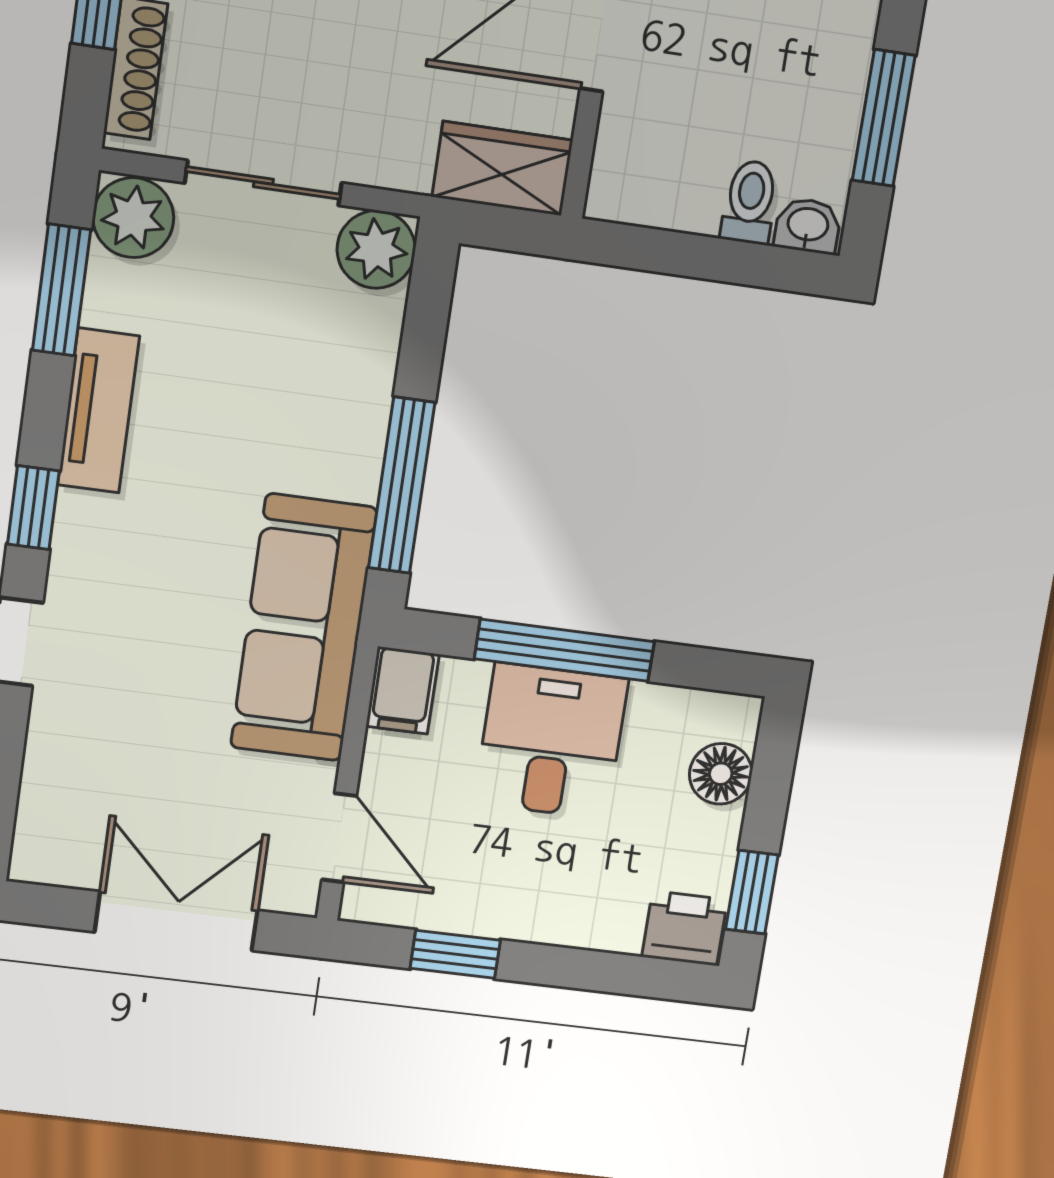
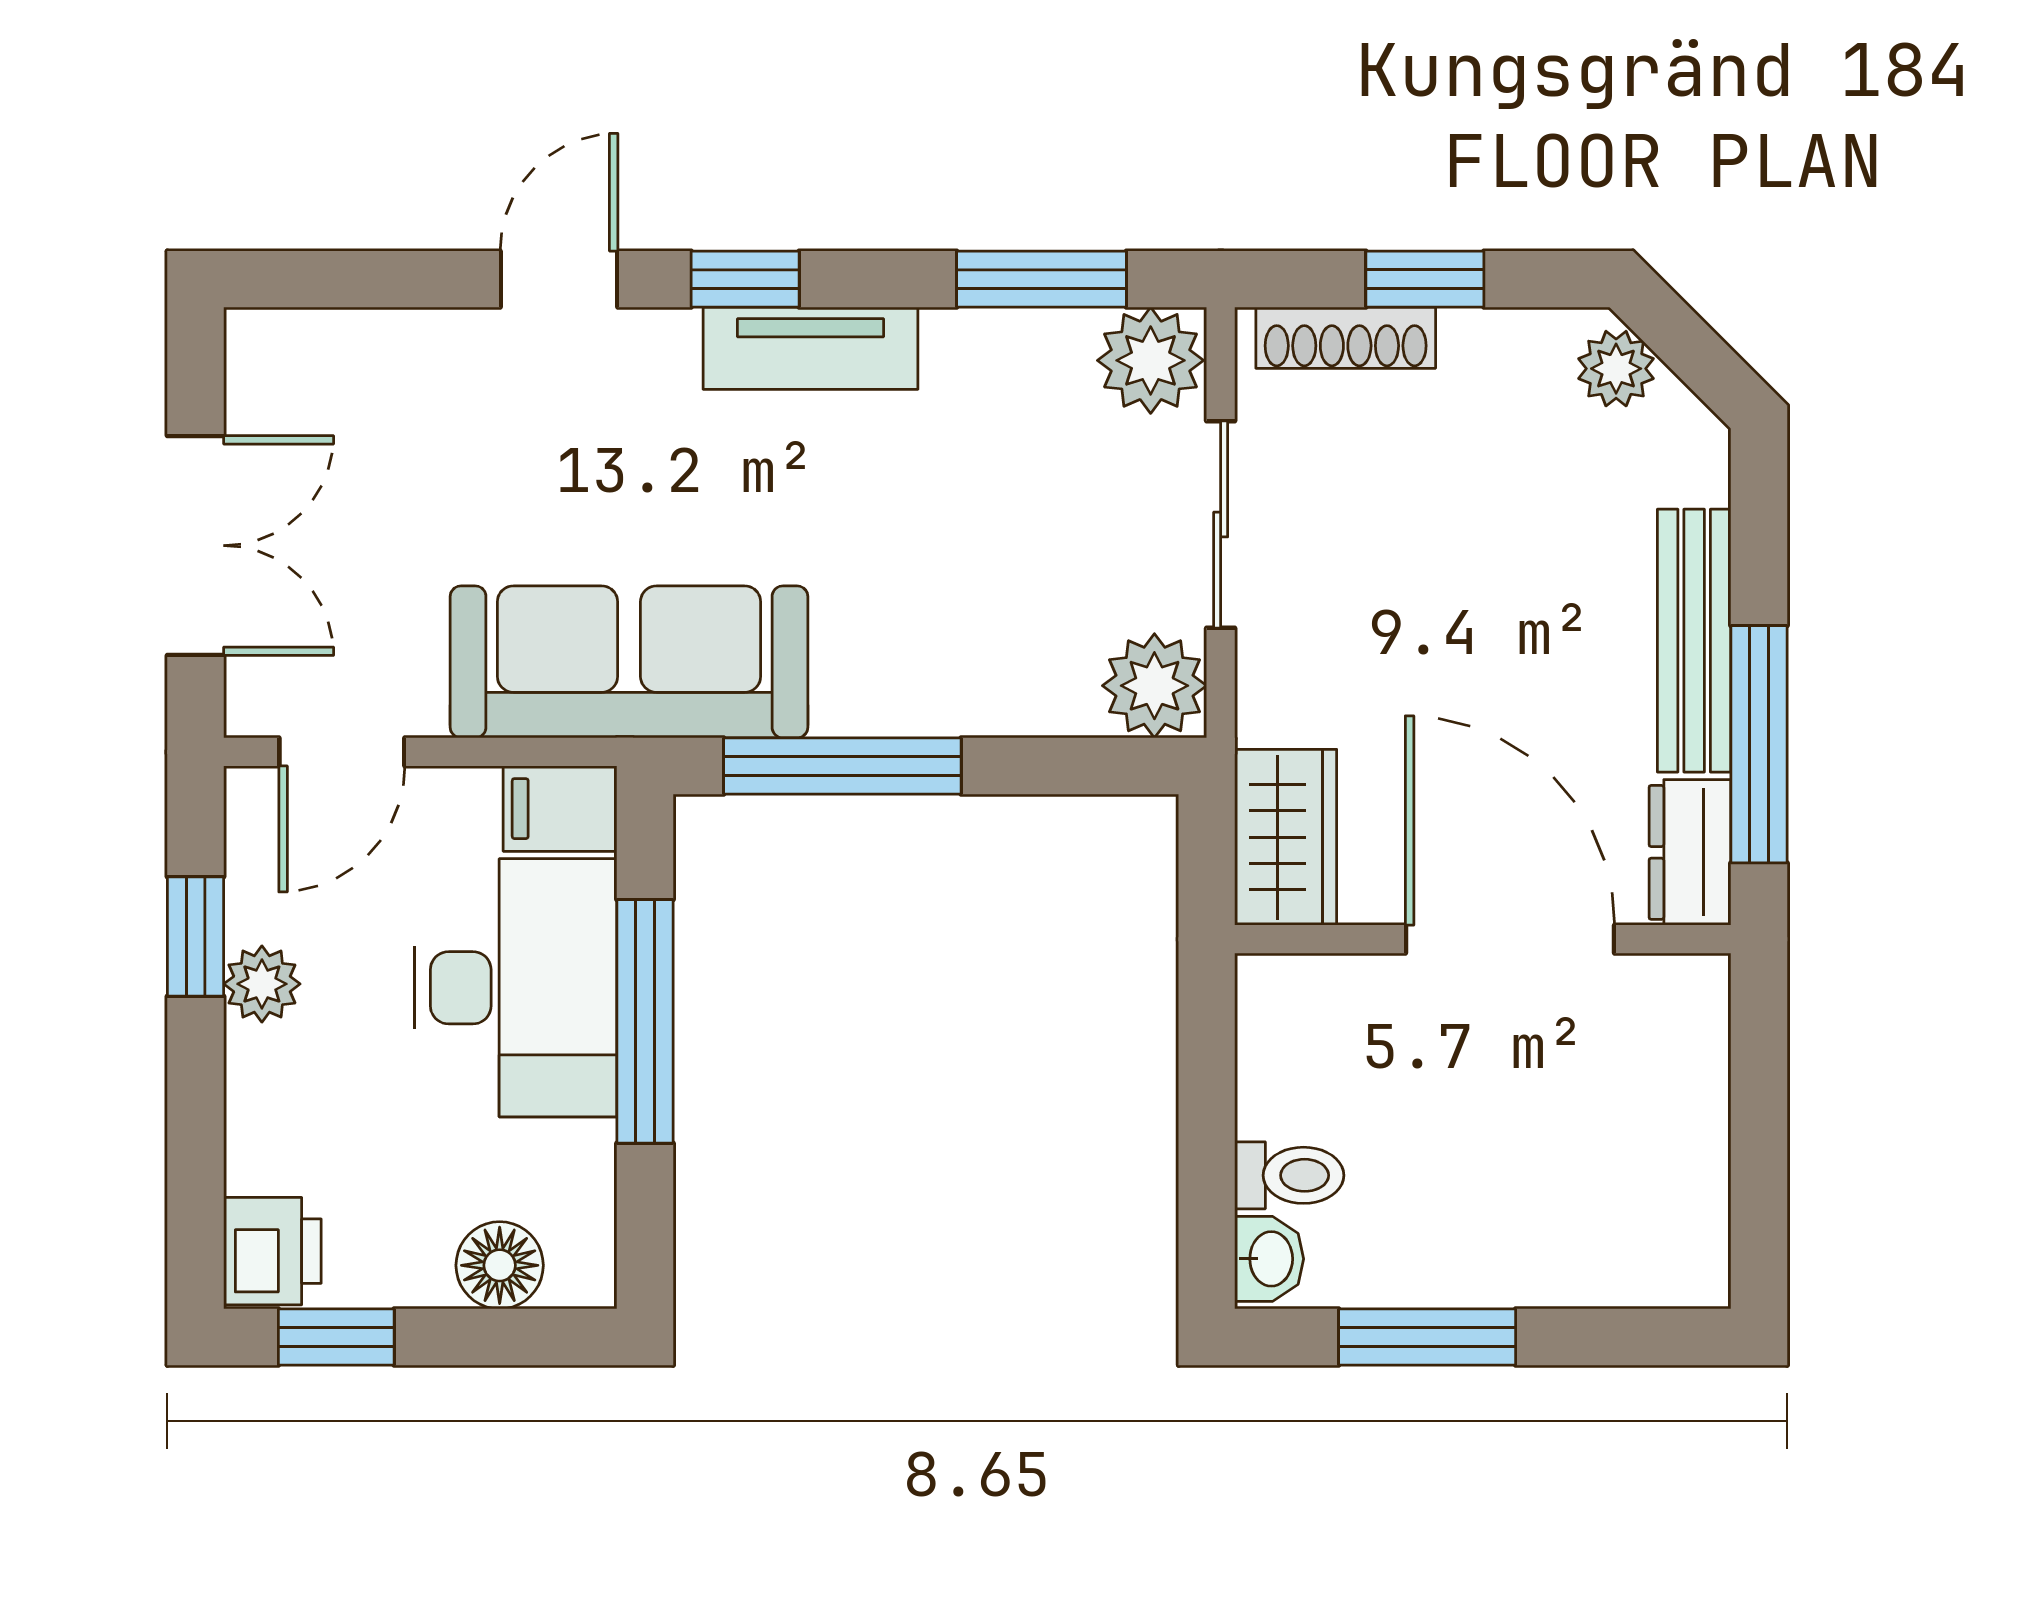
tv unit: (98, 411) -> (811, 348), moved
desk: (551, 741) -> (515, 988), width x1.37
plant: (496, 913) -> (262, 984), added

